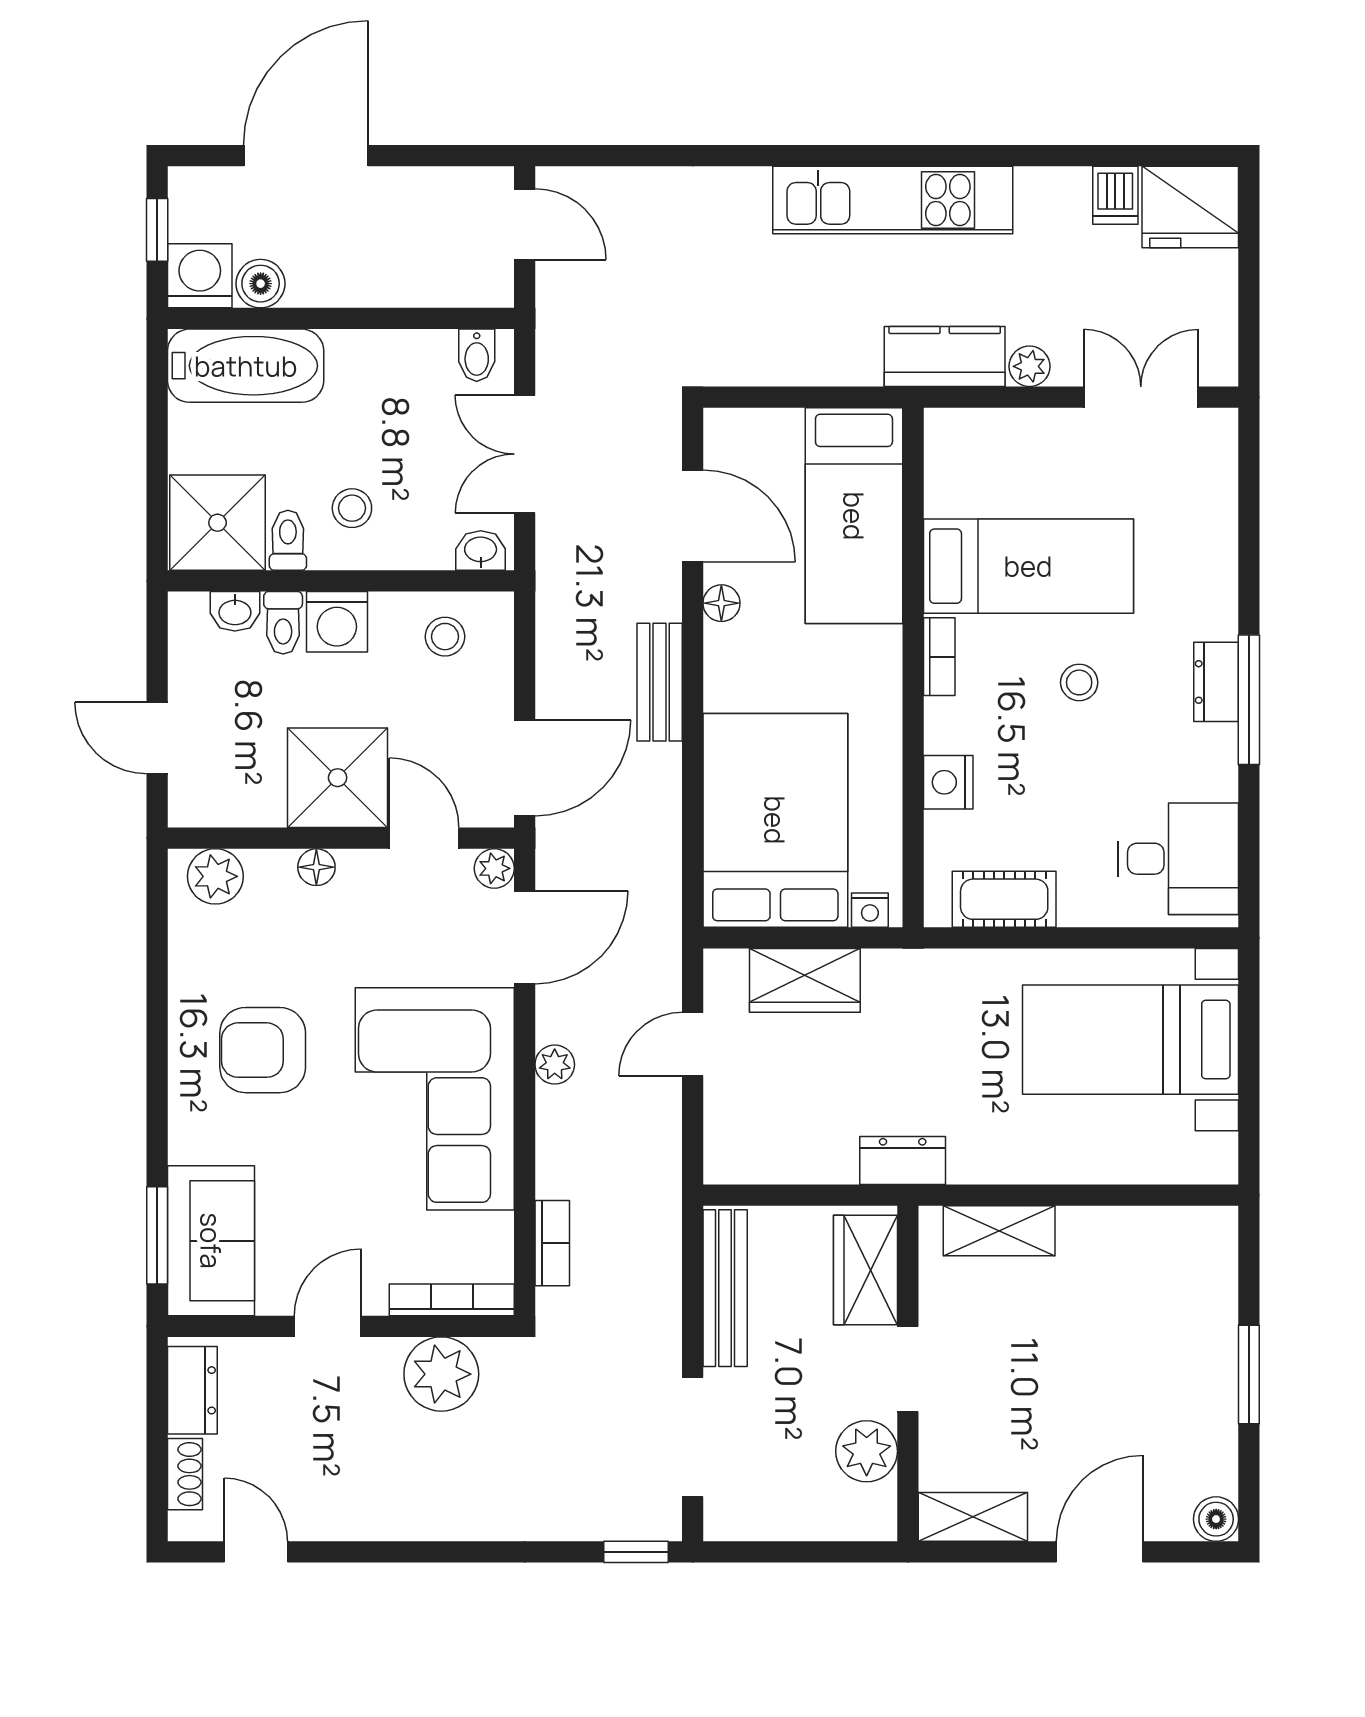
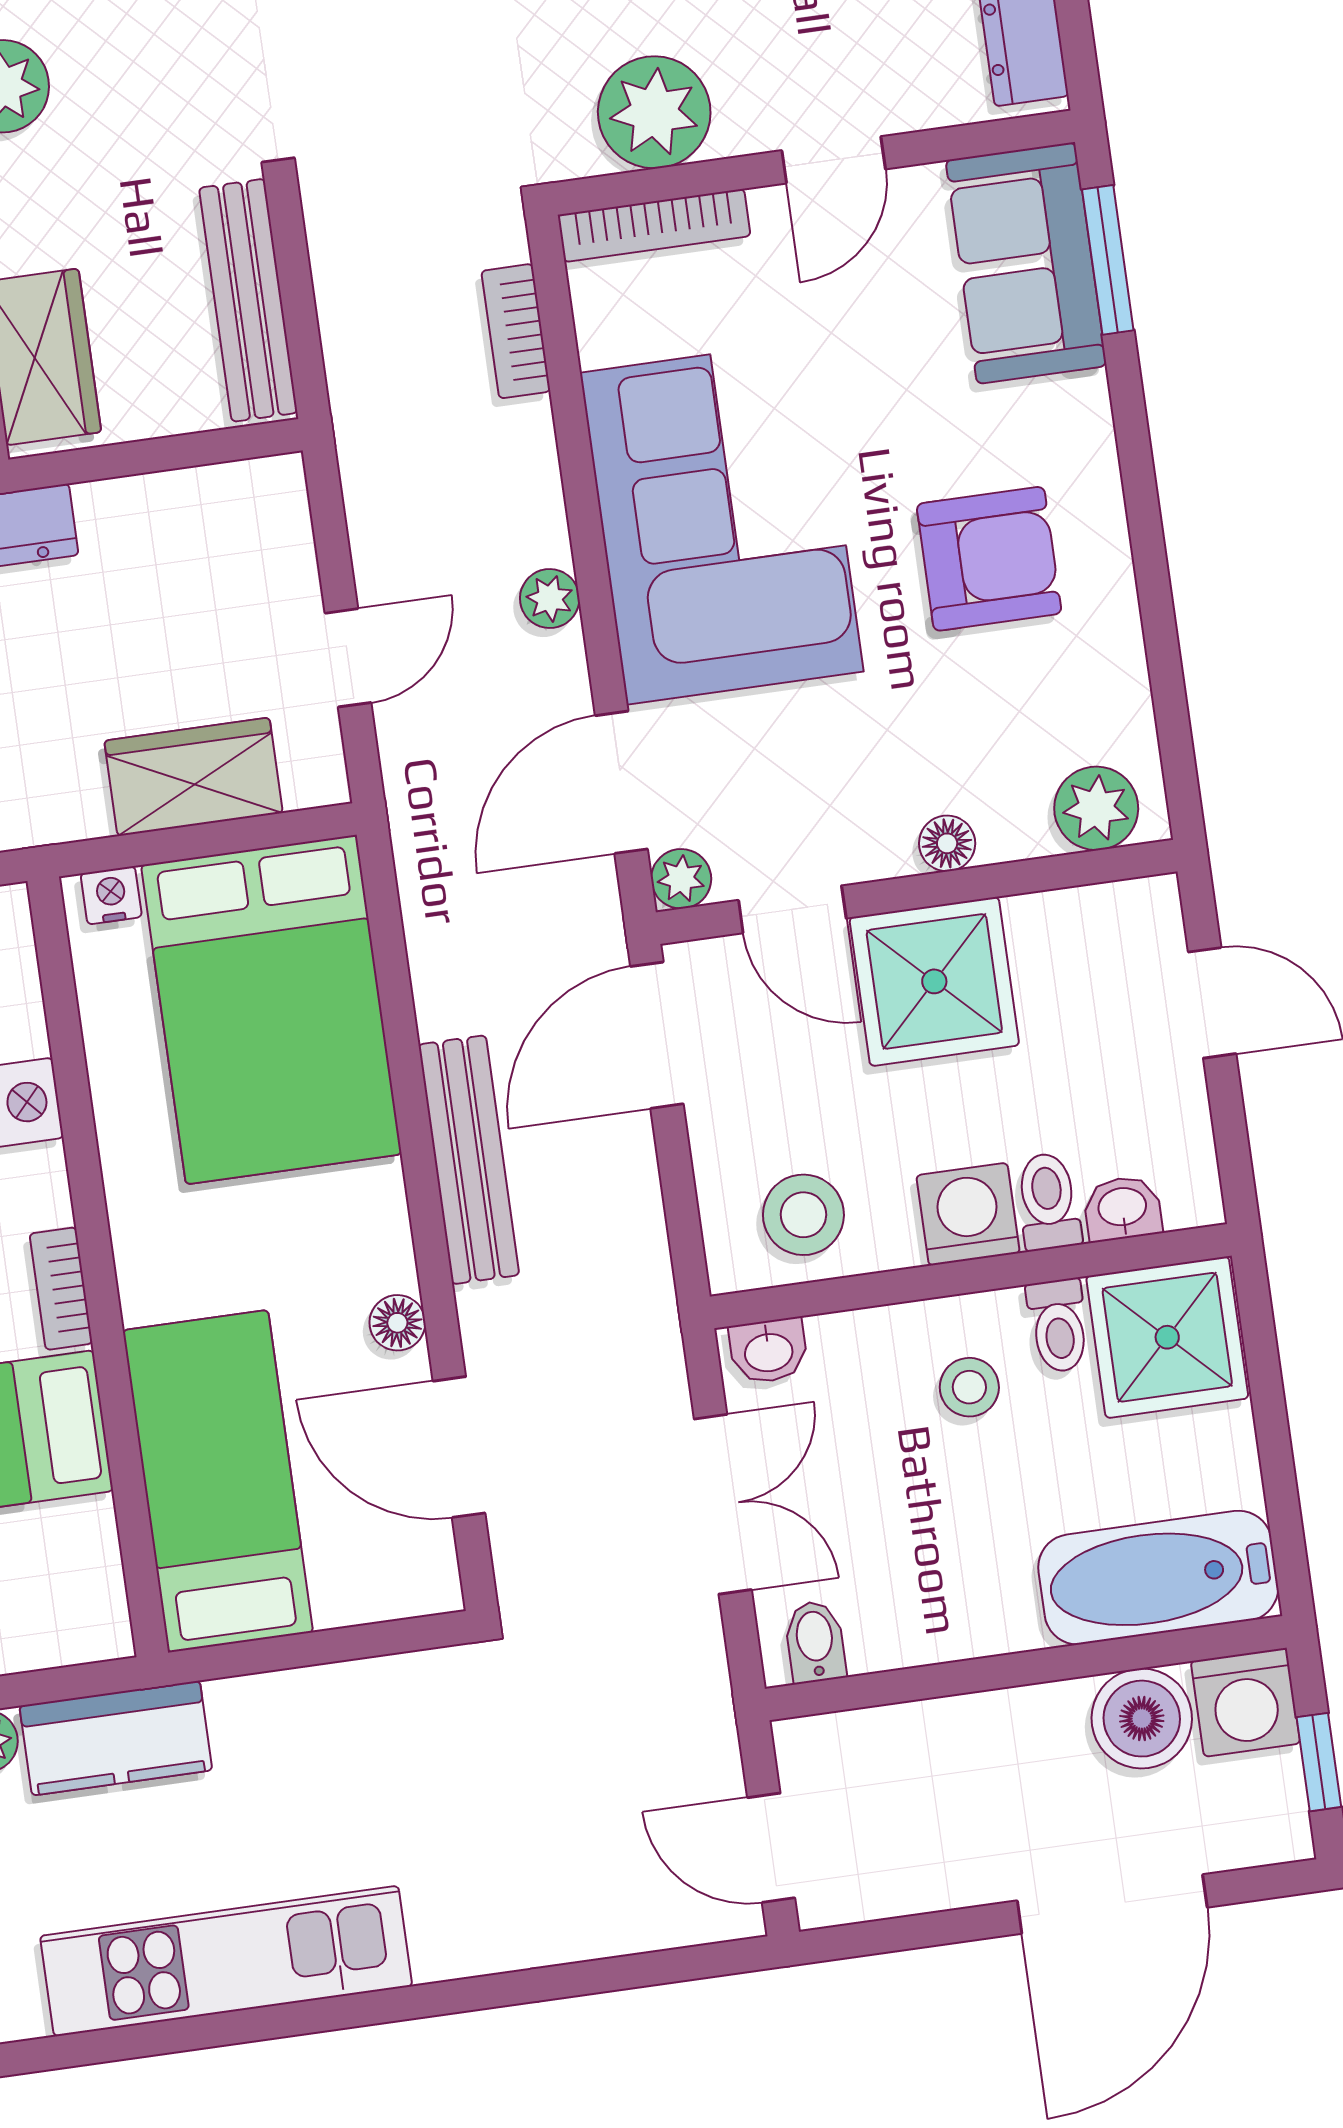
boiler: (261, 284) -> (1142, 1719), width x1.36, depth x1.36
stool: (445, 637) -> (803, 1215), width x1.37, depth x1.37
bench: (660, 682) -> (469, 1160), width x1.36

